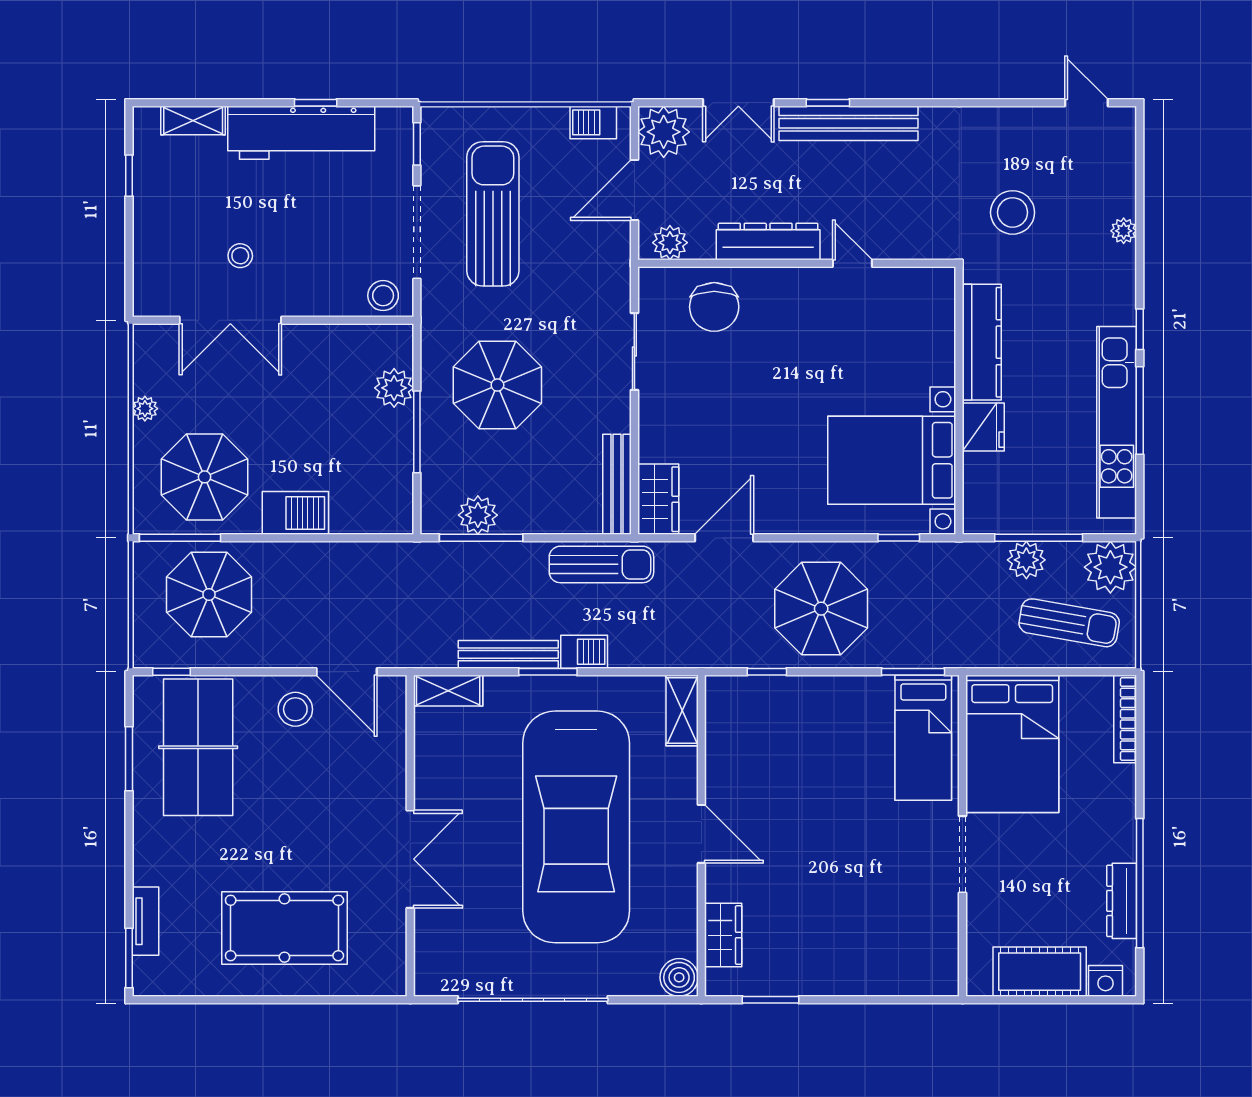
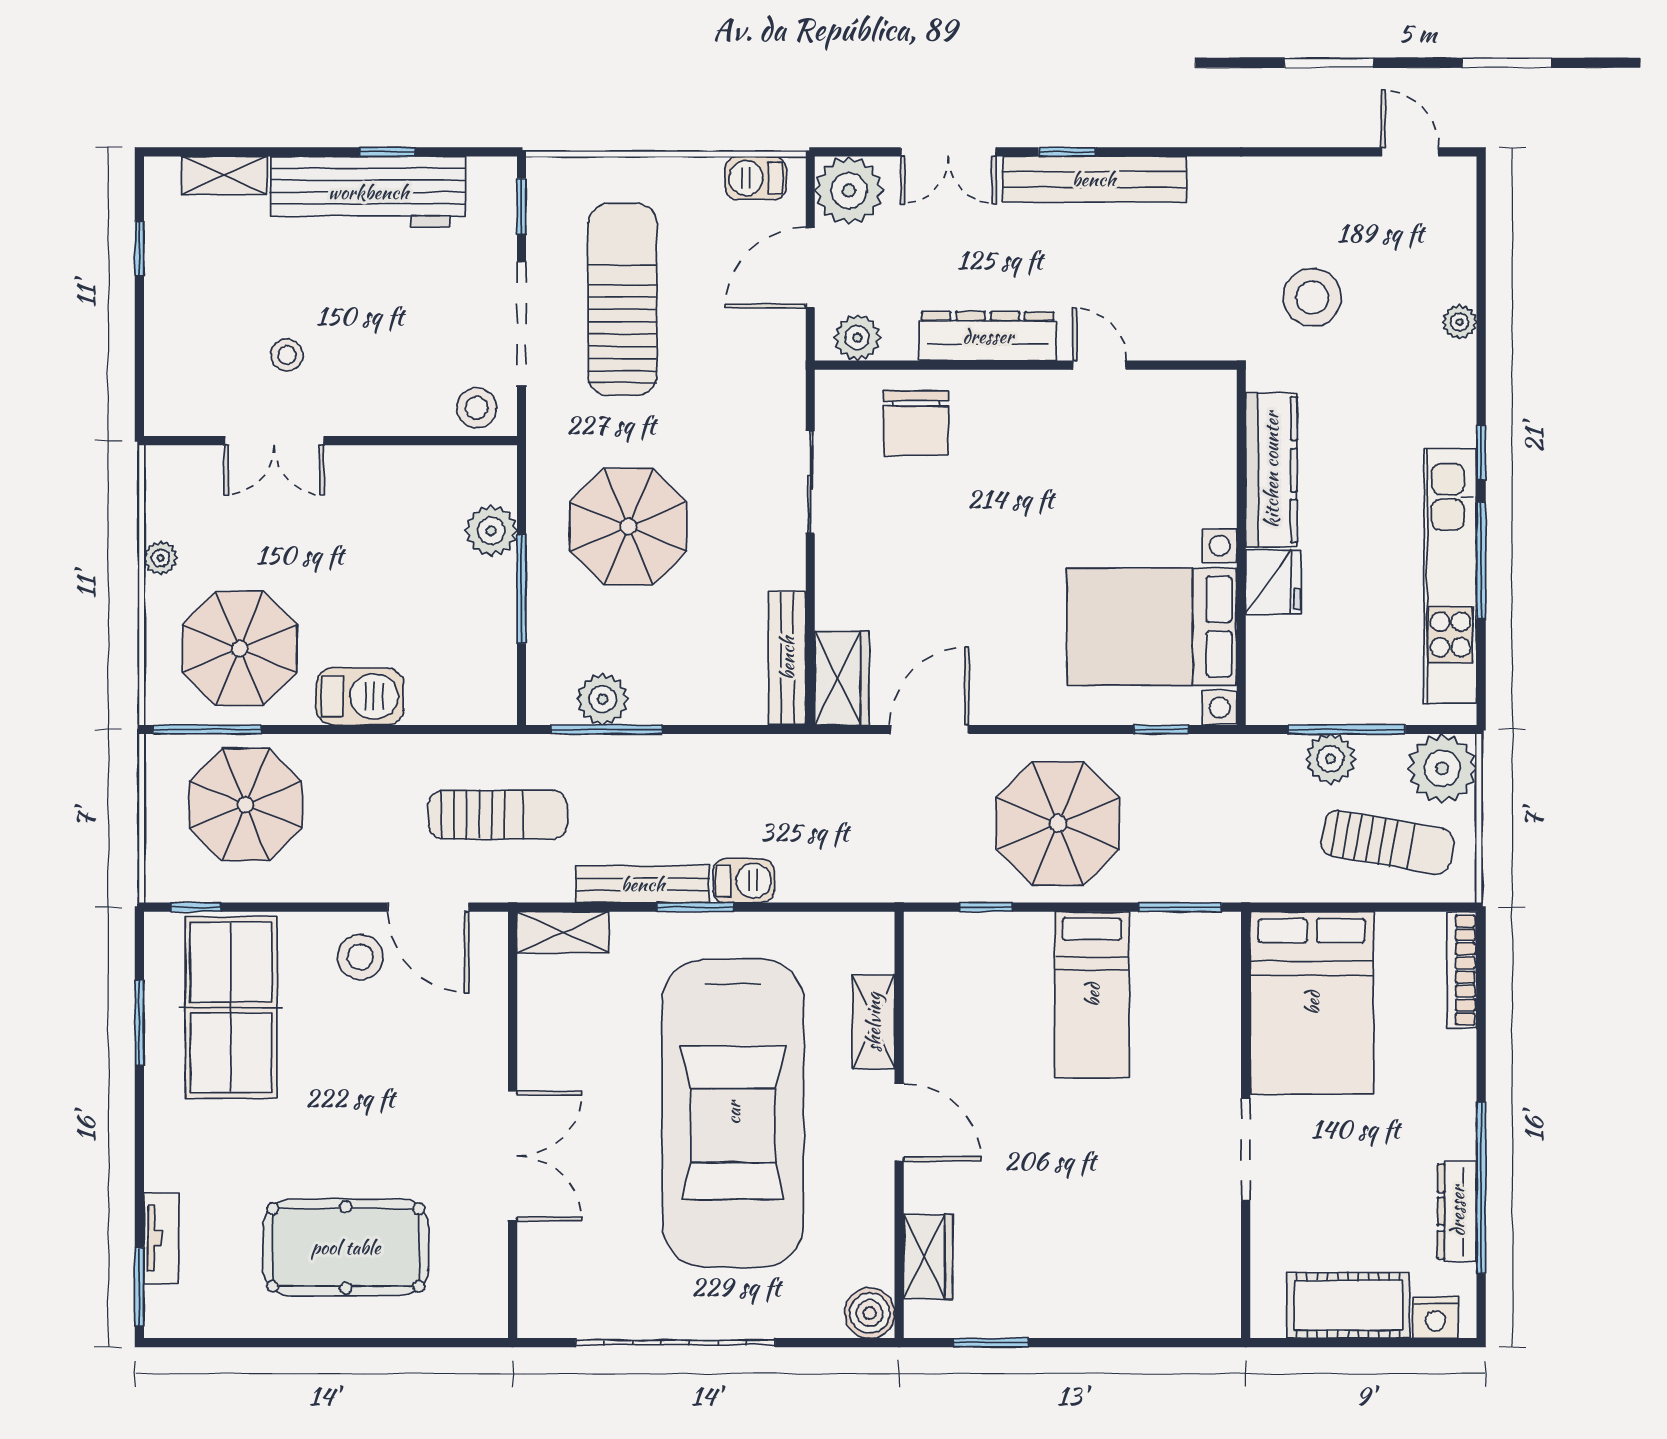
double door: (230, 320) -> (274, 441), width x0.73
sun lounger: (601, 564) -> (498, 815), moved
shelving: (682, 710) -> (873, 1022), moved
bed: (923, 738) -> (1092, 995), moved

